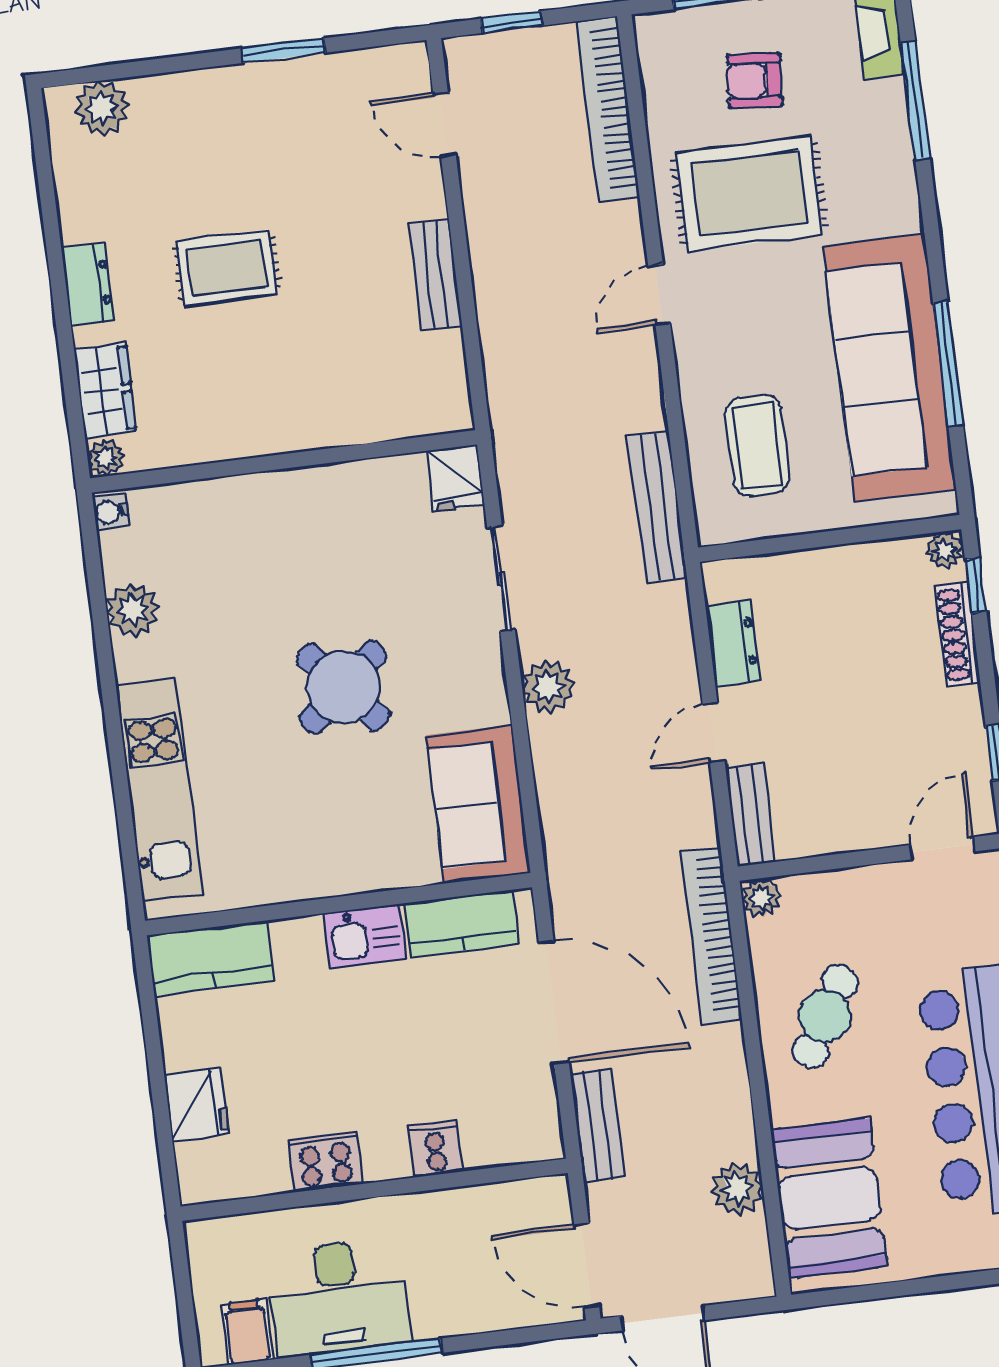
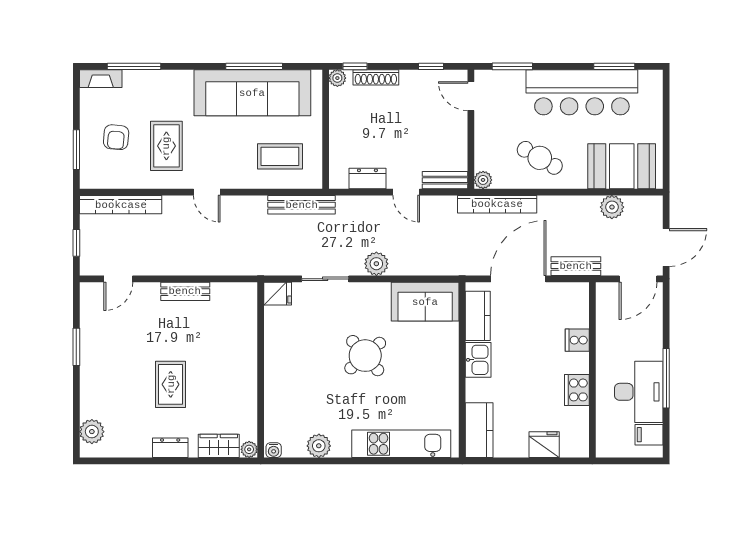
rug: (749, 193) -> (166, 146), width x0.73, depth x0.70

